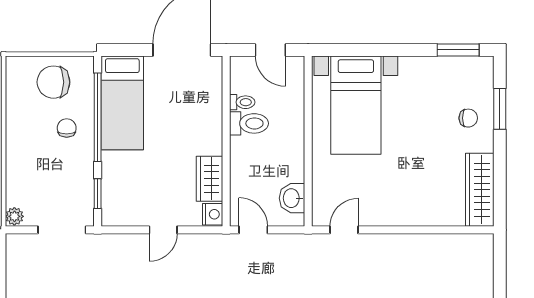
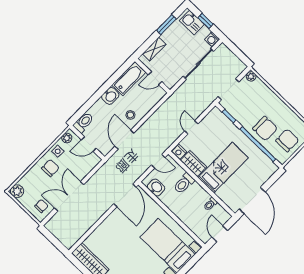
door: (270, 50) -> (220, 234), hinge flipped
bed: (122, 103) -> (223, 168), moved, turned 90
toilet: (249, 123) -> (184, 183), moved
chair: (67, 128) -> (265, 128), width x1.87, depth x1.87
door: (344, 230) -> (125, 195), width x1.87

